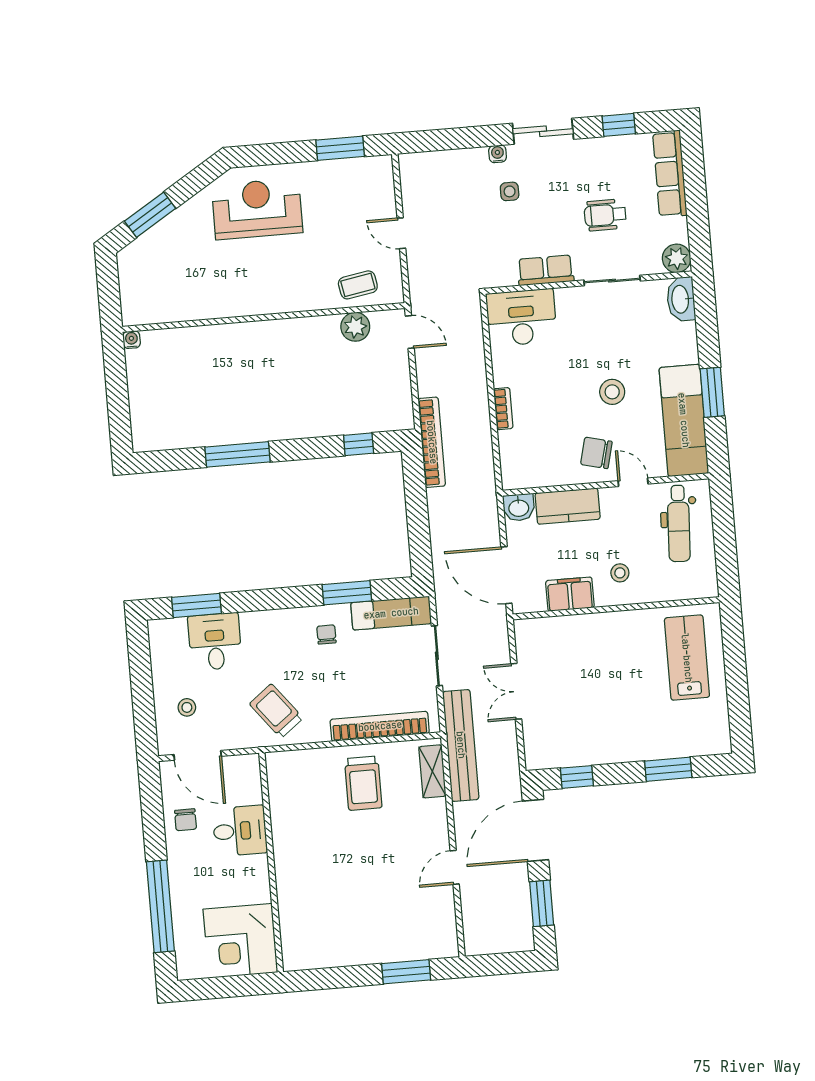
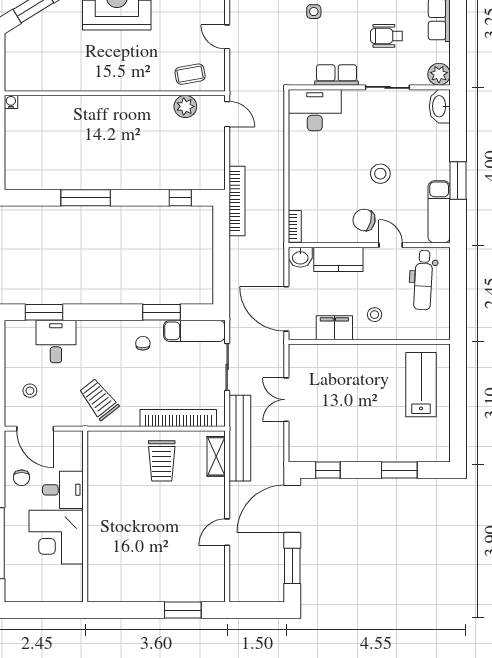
bookcase: (503, 409) -> (295, 226), moved
exam couch: (684, 420) -> (439, 212), width x0.73, depth x0.69
corner desk: (240, 941) -> (56, 537), moved

